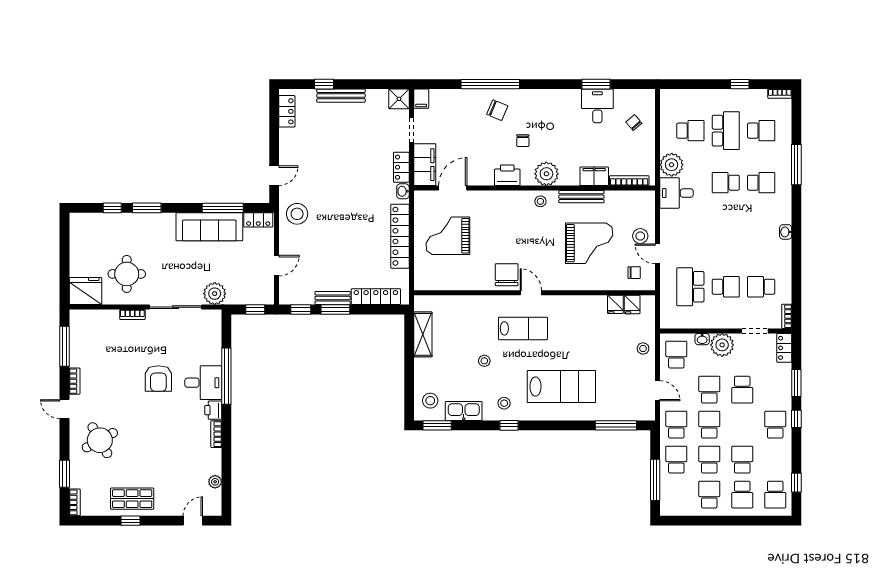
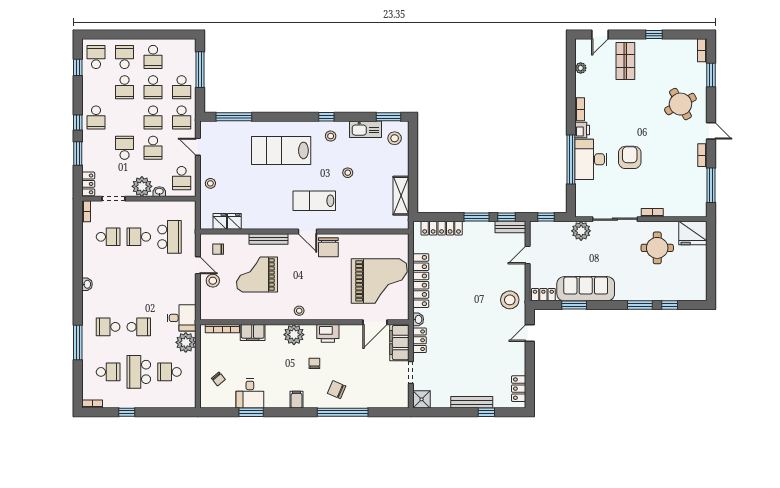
filing cabinet: (421, 99) -> (297, 400), moved
school desk: (761, 131) -> (108, 372), turned 180
bench: (581, 197) -> (269, 239), moved
window: (223, 208) -> (574, 305), width x0.69
grand piano: (448, 236) -> (379, 281), width x1.37, depth x1.48
bench: (333, 298) -> (510, 227), moved
desk: (203, 383) -> (591, 159), width x1.37
shop shelf: (132, 499) -> (625, 61), moved, turned 90

